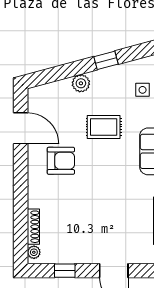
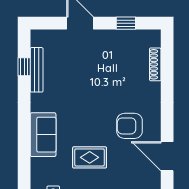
plant: (34, 252) -> (155, 40), removed

